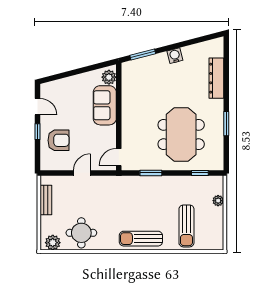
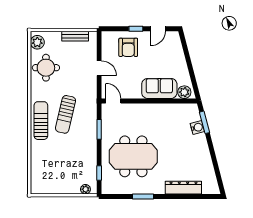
water cooler: (175, 56) -> (197, 127), moved
plant: (218, 201) -> (85, 189), moved
sun lounger: (186, 226) -> (66, 114), moved, turned -77

